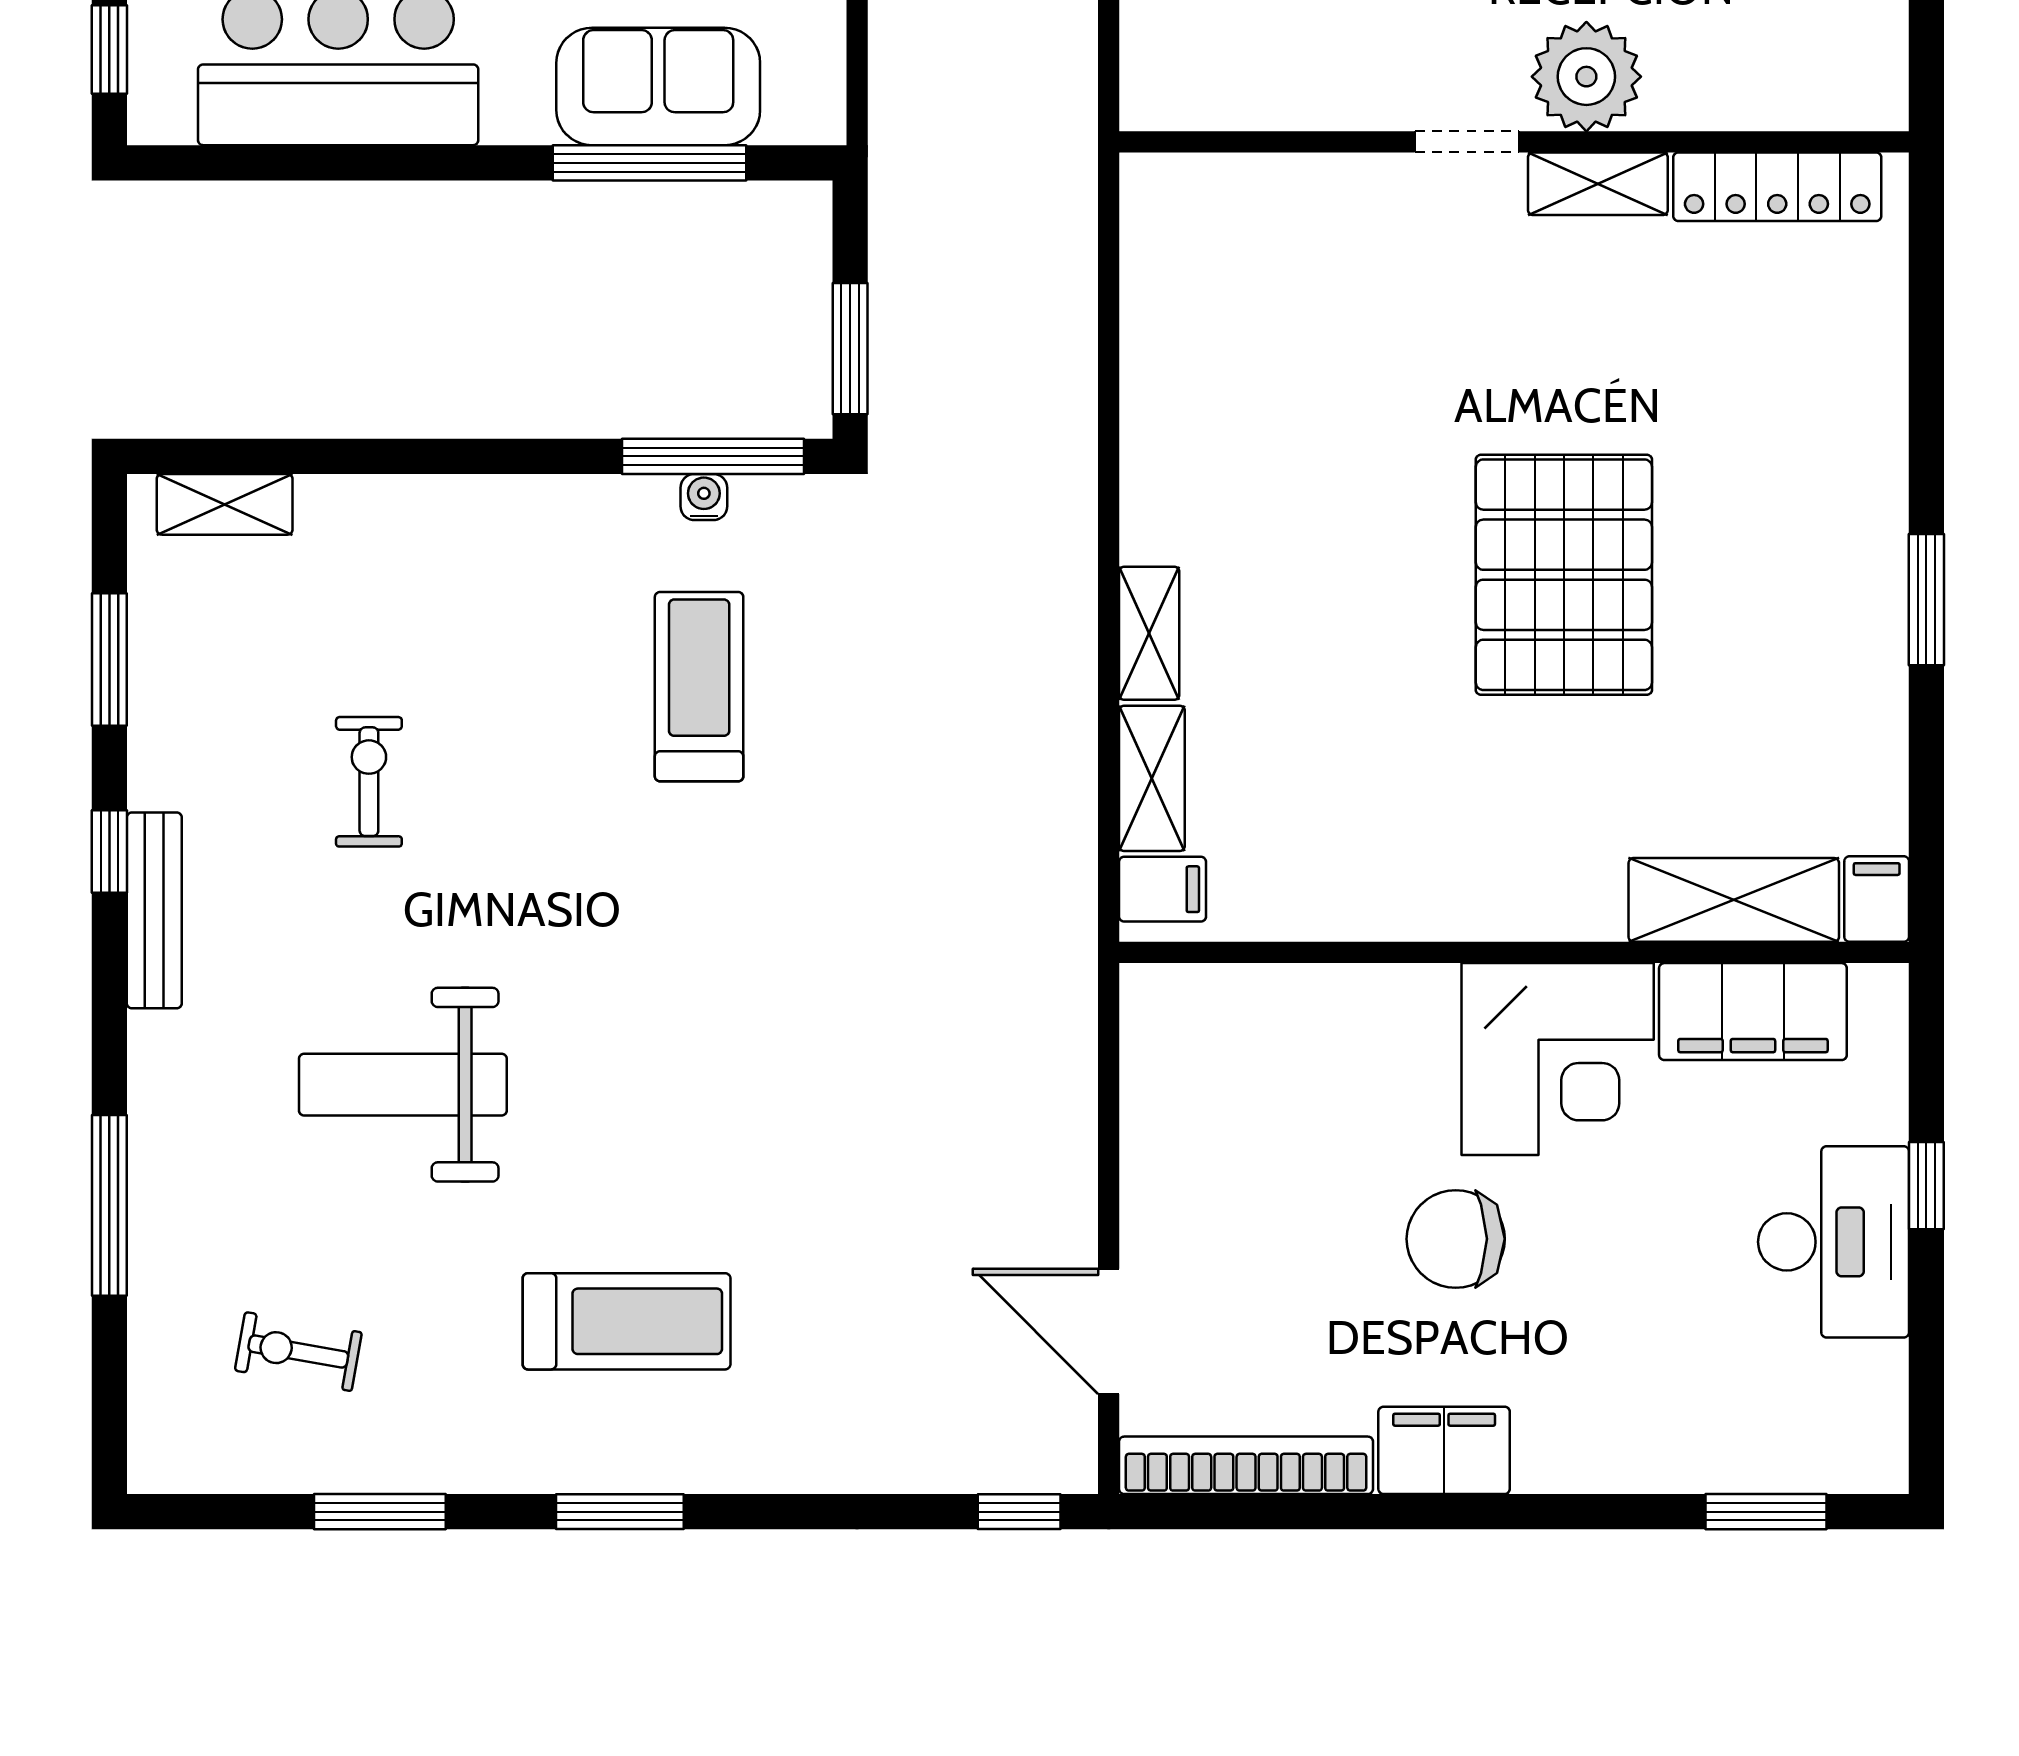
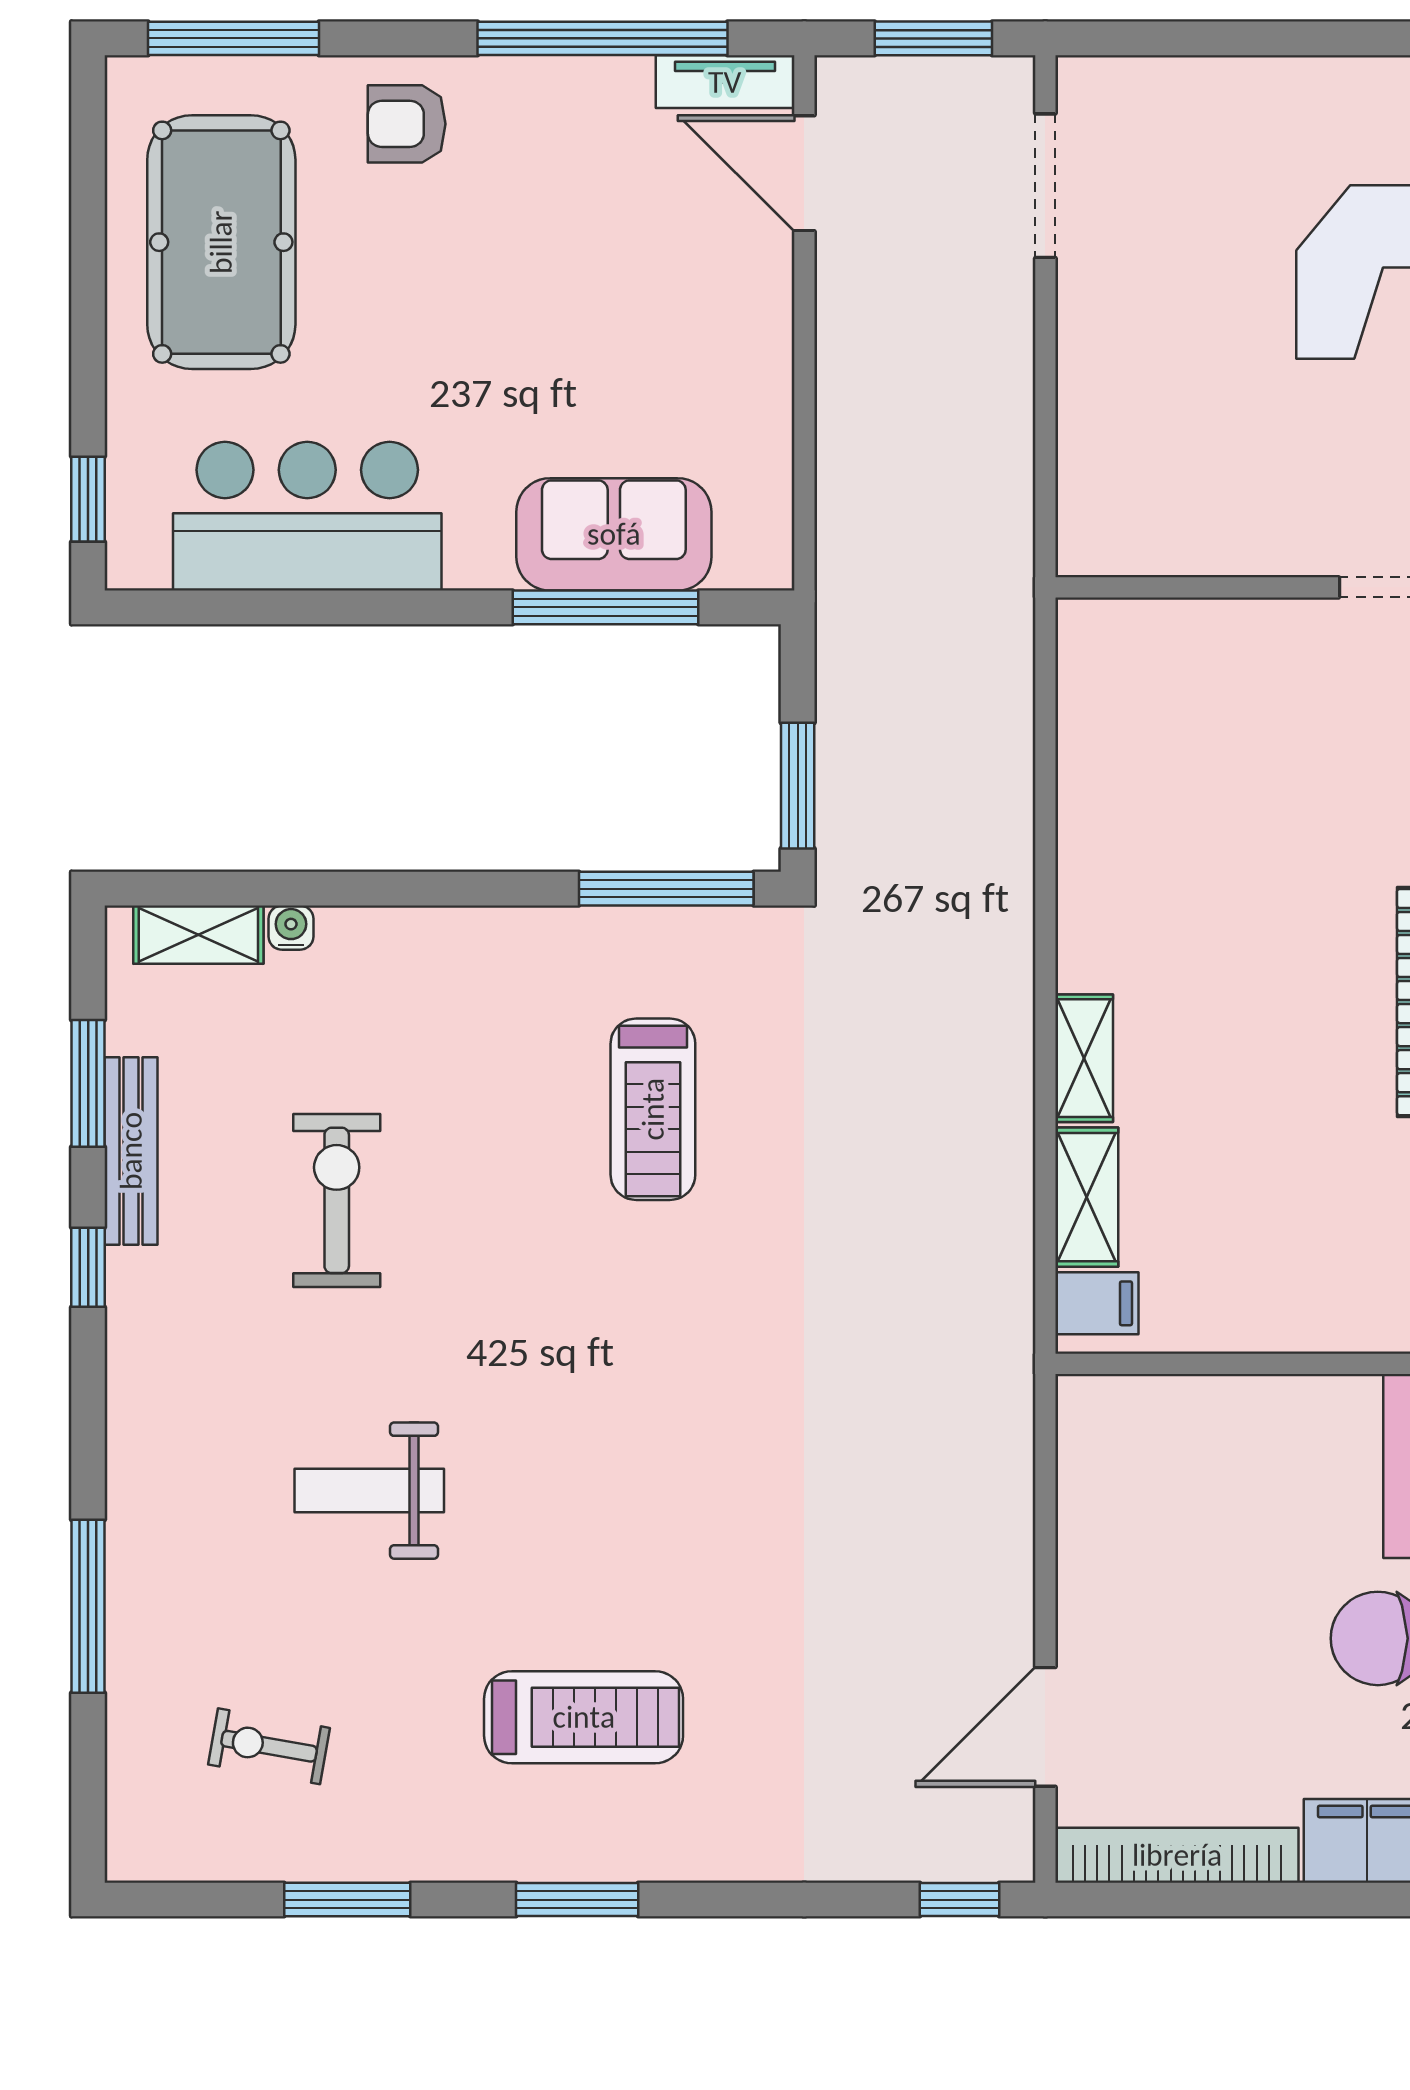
water cooler: (704, 497) -> (291, 928), moved
treadmill: (699, 687) -> (653, 1109), turned 180
exercise bike: (369, 782) -> (337, 1200), width x1.38, depth x1.39
bench: (154, 910) -> (131, 1151), moved
weight bench: (403, 1085) -> (369, 1491), width x0.73, depth x0.75
door: (1109, 1331) -> (1045, 1727), hinge flipped

